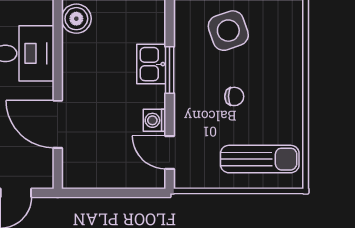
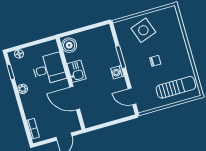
kitchen sink: (151, 64) -> (76, 71), moved, turned 180
washing machine: (155, 120) -> (117, 72), moved

